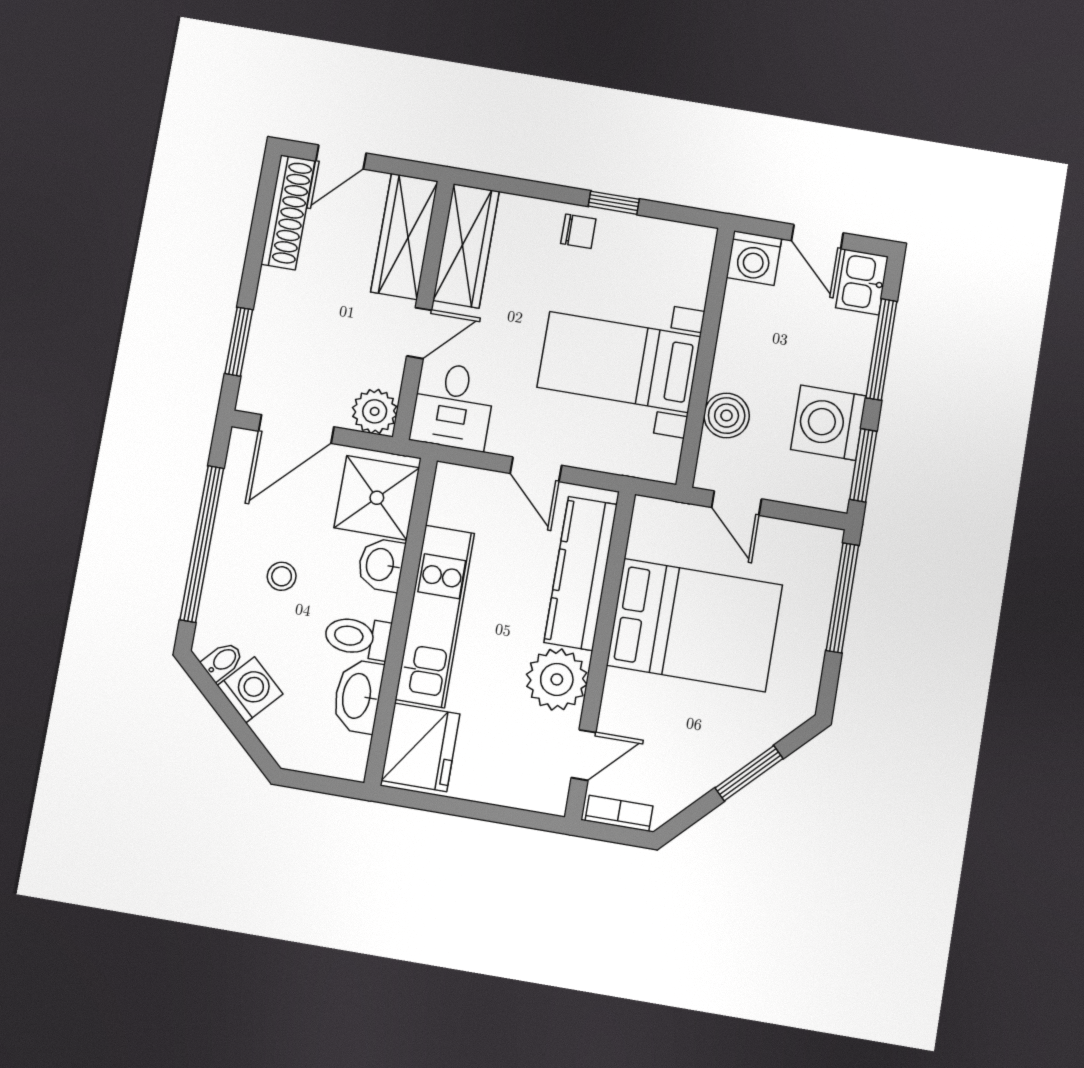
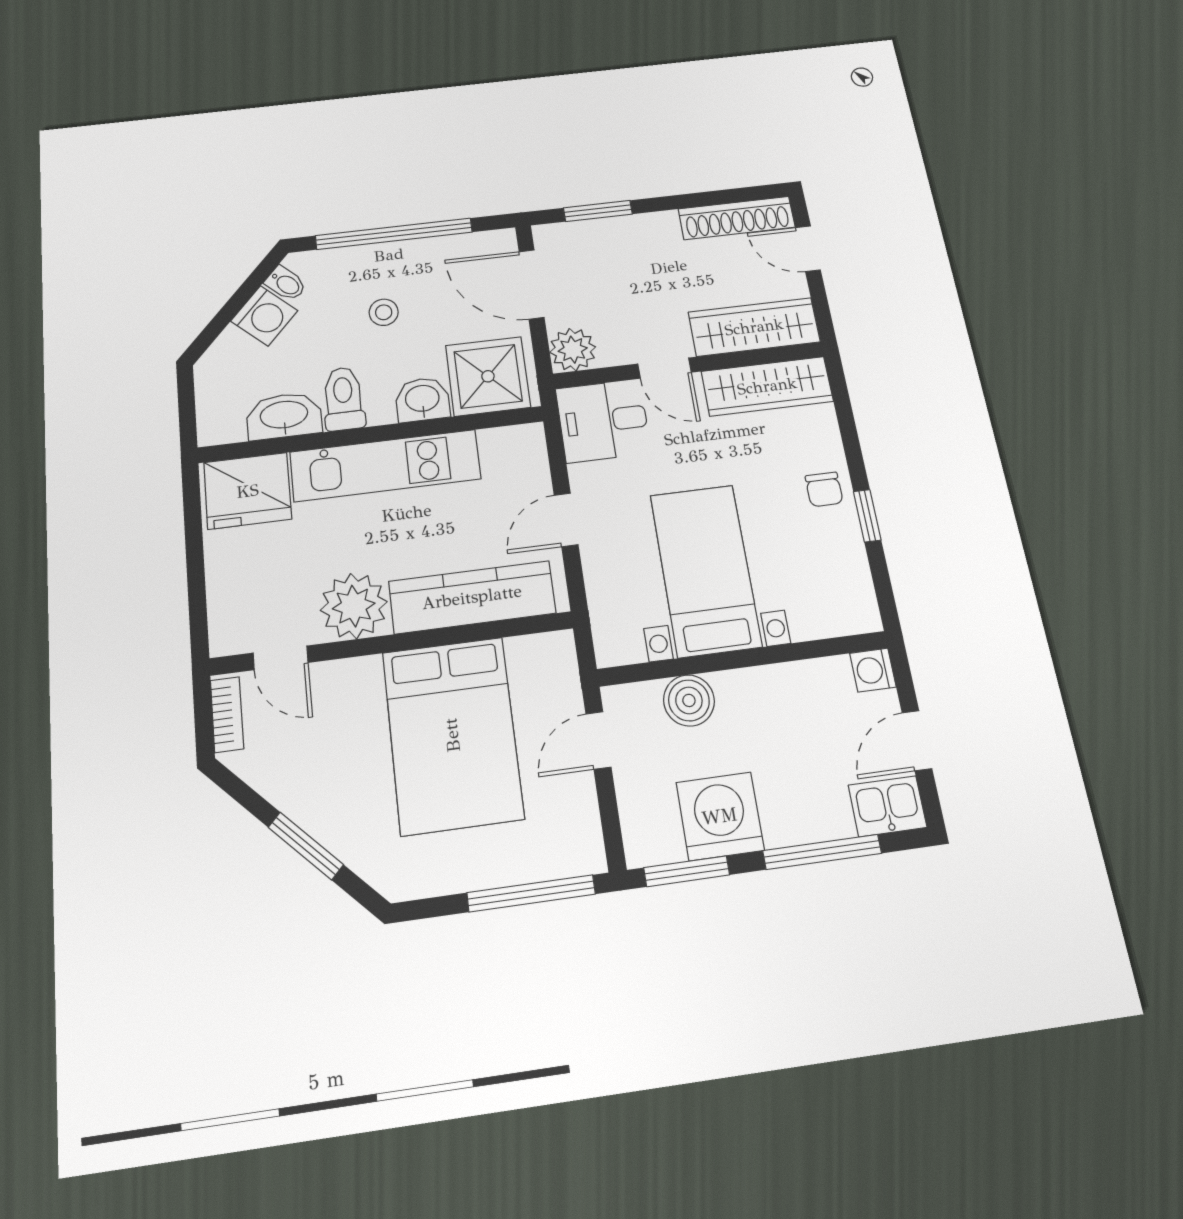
washing machine: (754, 258) -> (873, 670), width x0.73, depth x0.73

